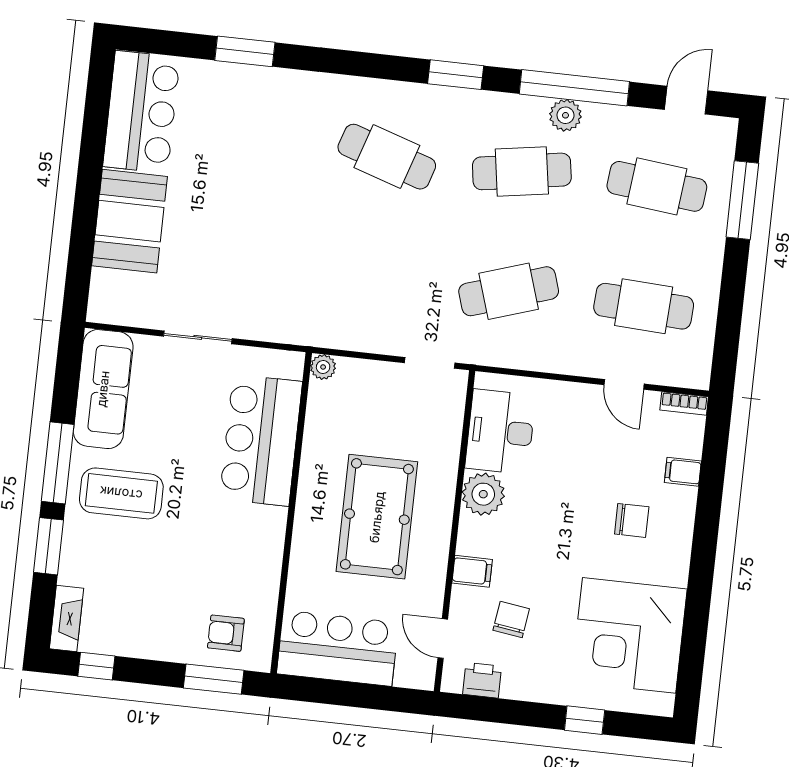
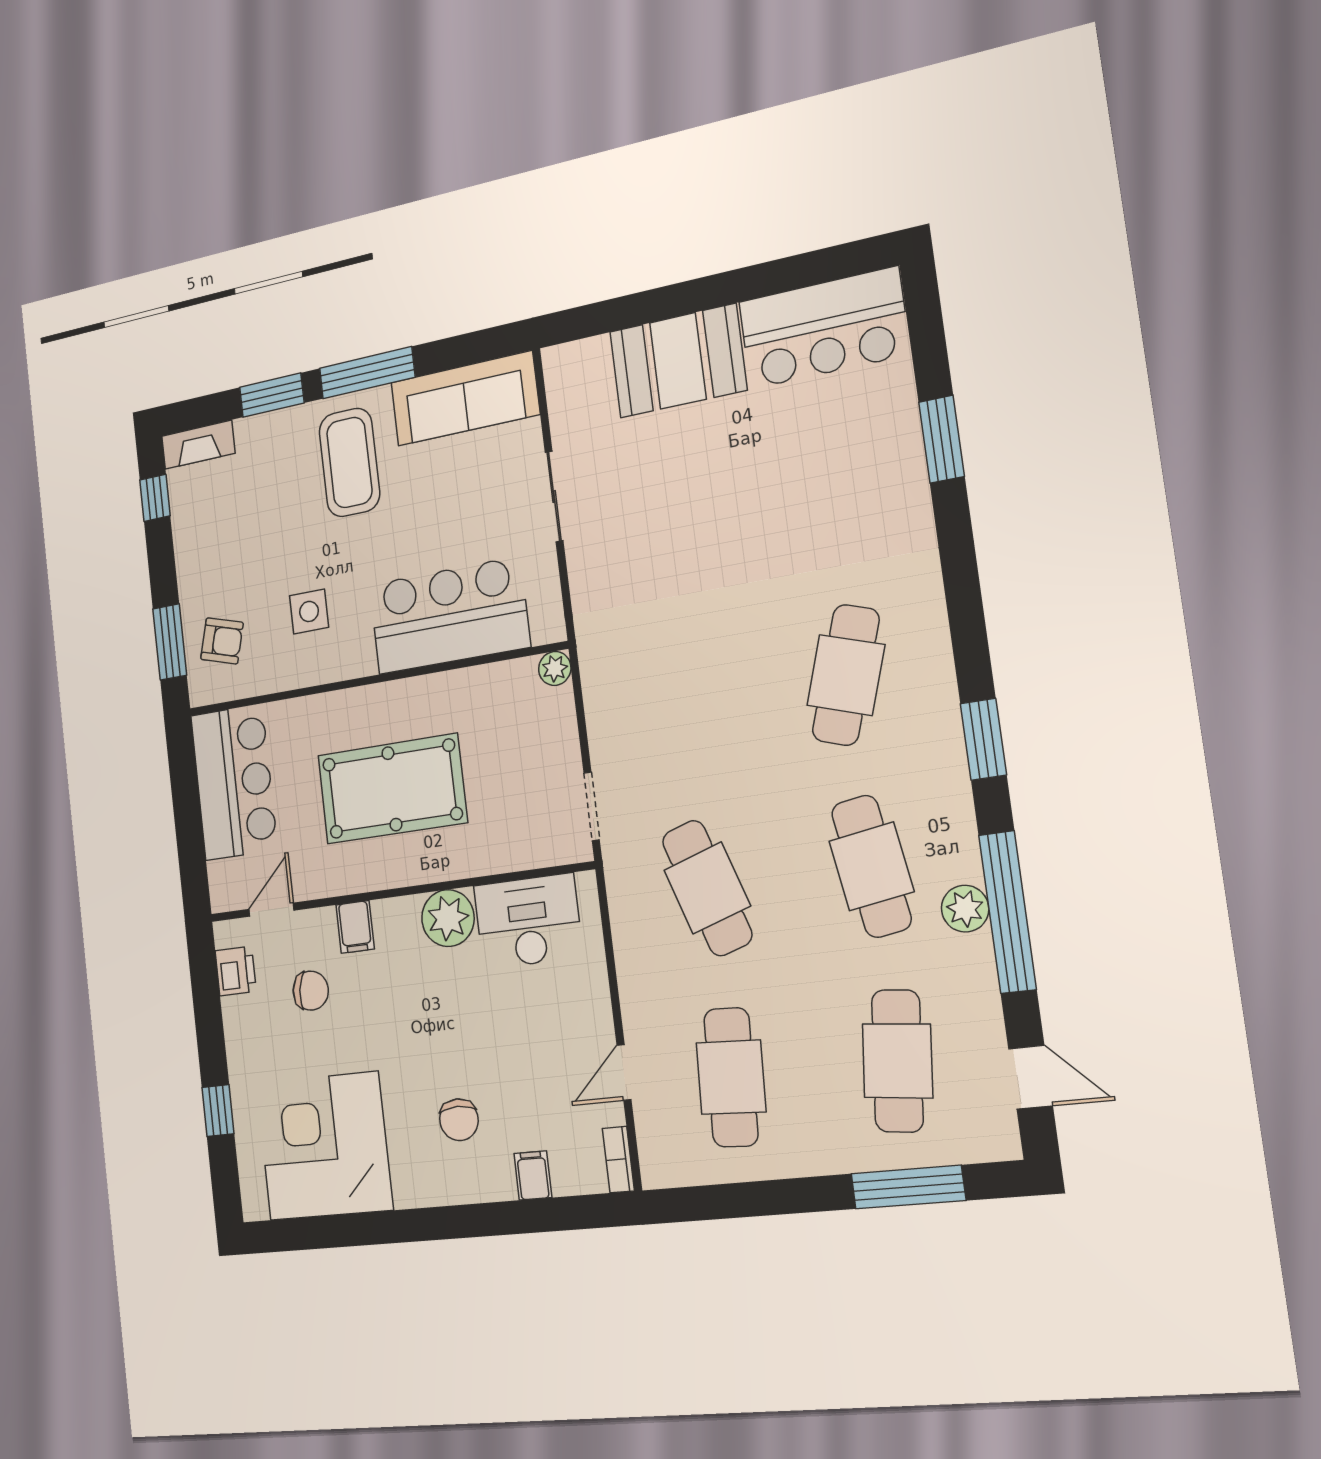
side table: (225, 554) -> (309, 611), added
armchair: (226, 633) -> (222, 641), turned 106

